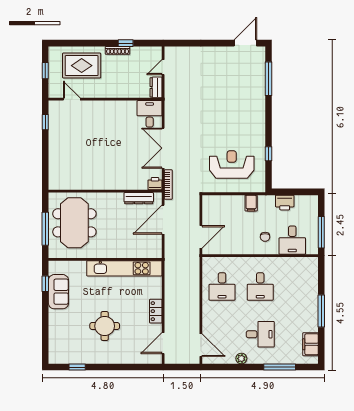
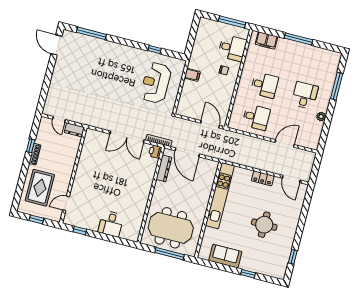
desk: (150, 114) -> (111, 224), moved, turned -90
printer: (285, 203) -> (199, 46), removed
window: (45, 284) -> (248, 274), moved
filing cabinet: (311, 344) -> (266, 40), moved
door: (201, 345) -> (285, 143), moved

